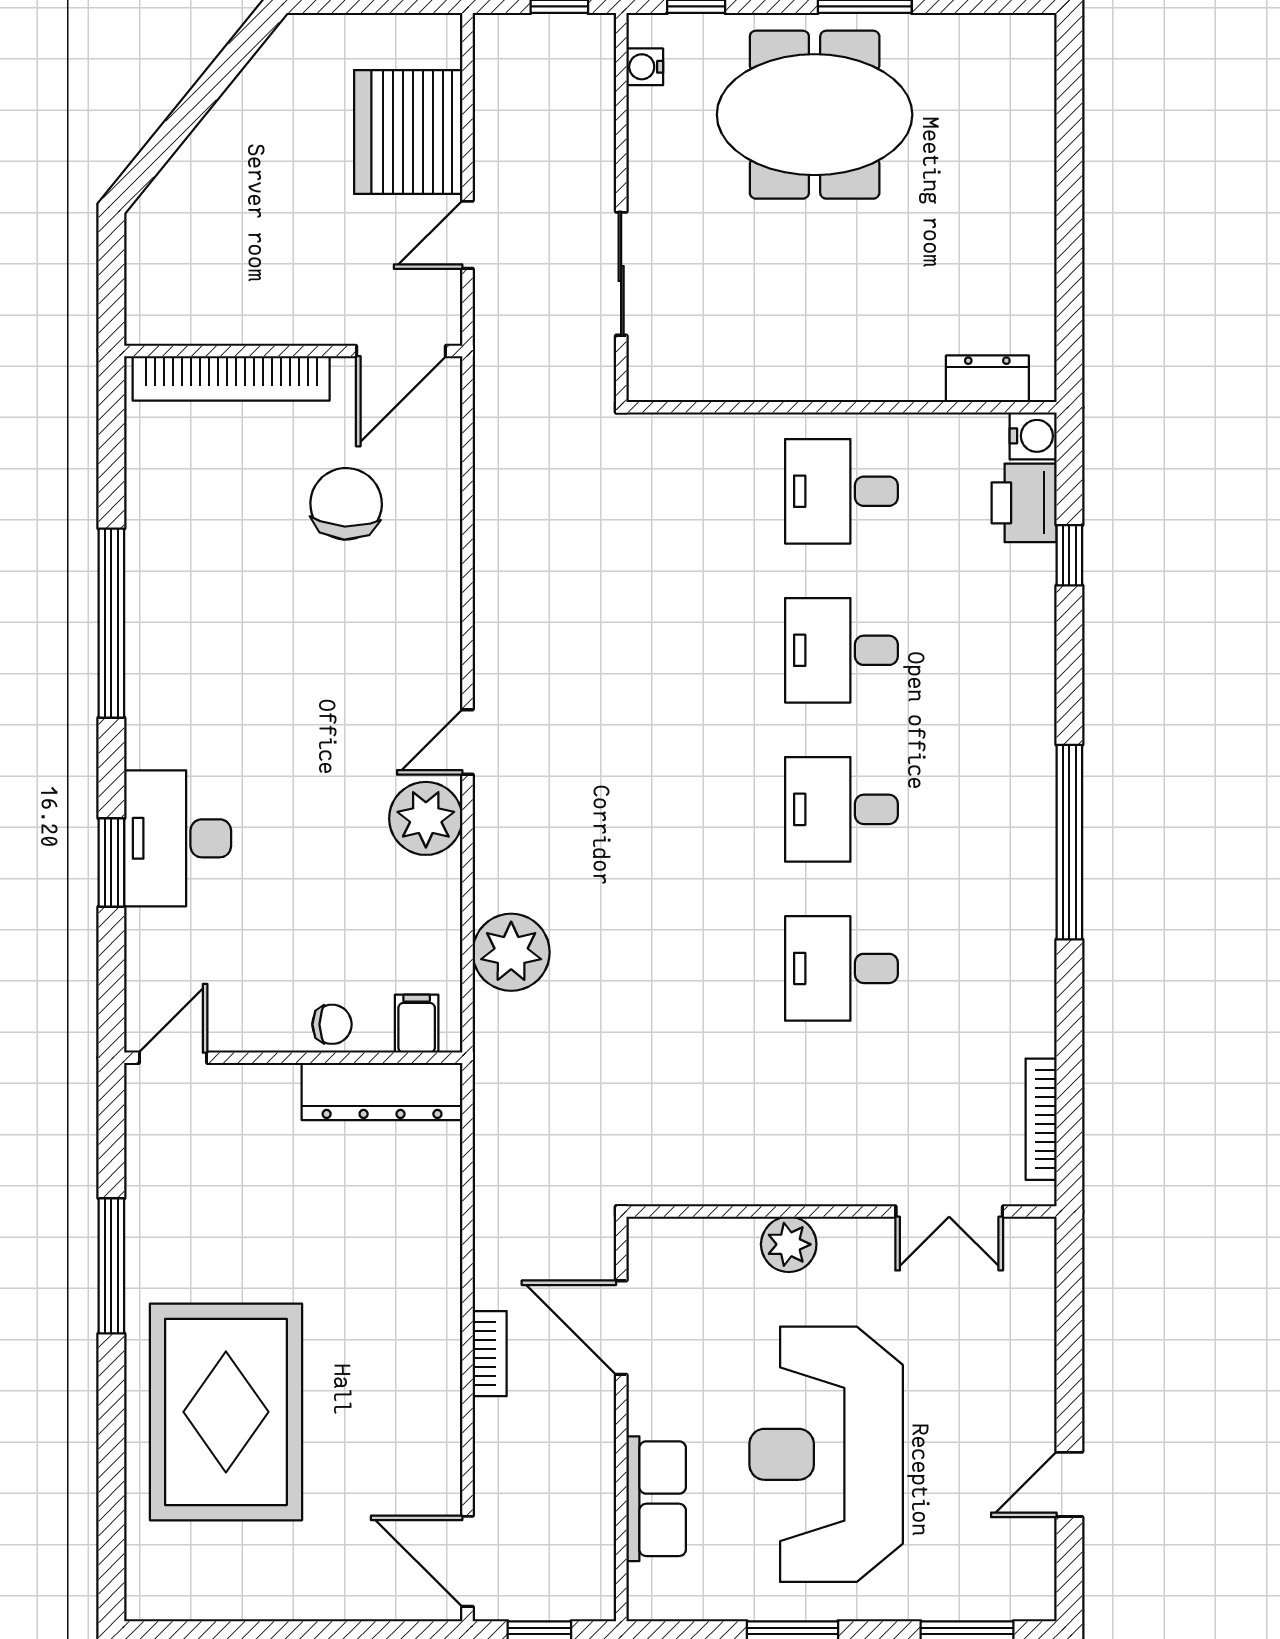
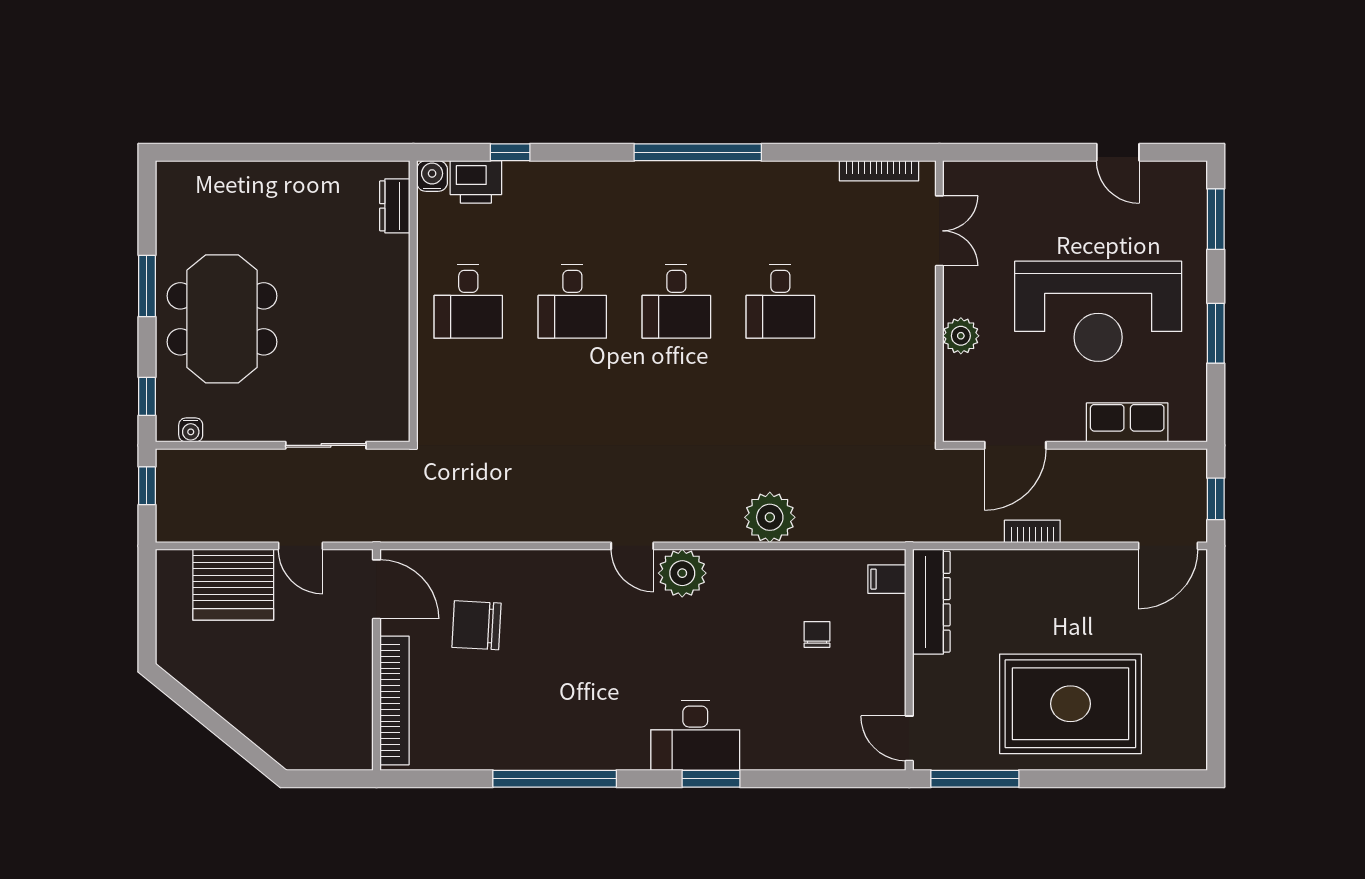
filing cabinet: (417, 1024) -> (887, 579), moved
door: (173, 1058) -> (909, 738), moved
wall: (293, 1058) -> (909, 660), moved
dresser: (382, 1092) -> (931, 602), moved

